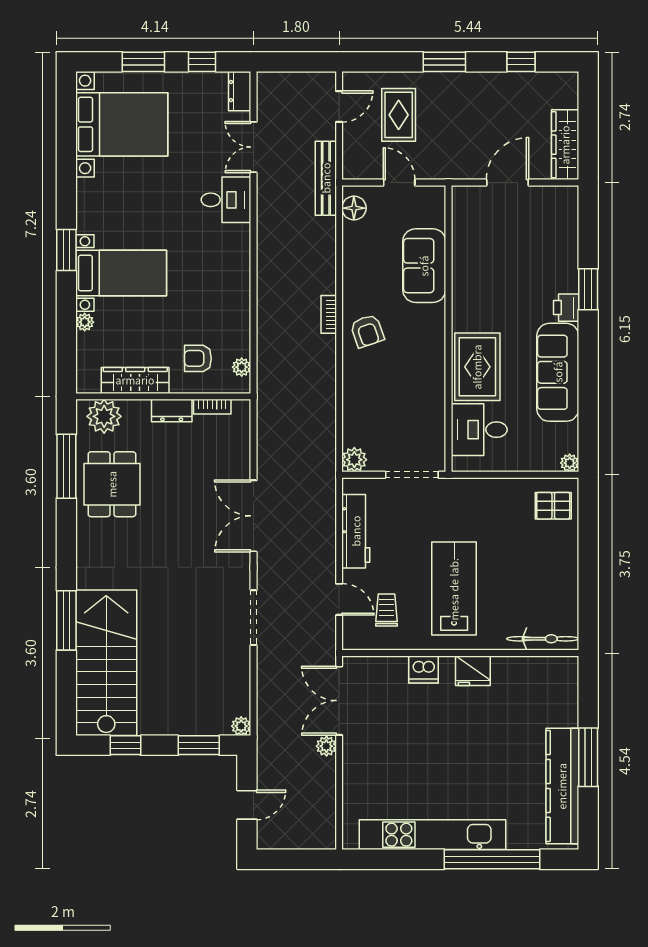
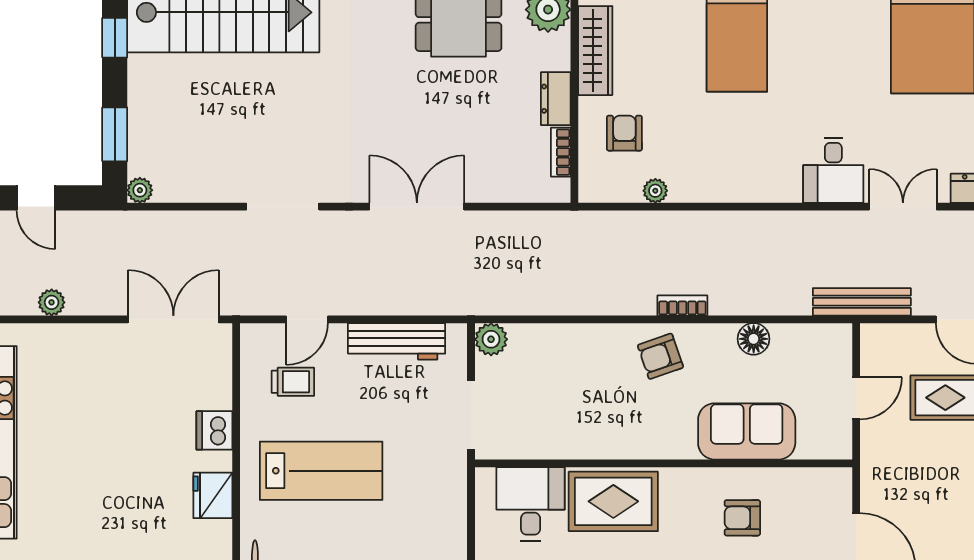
floor lamp: (354, 208) -> (754, 339), moved
armchair: (490, 269) -> (742, 518), added
plant: (242, 367) -> (655, 191), moved
plant: (326, 746) -> (52, 302), moved

